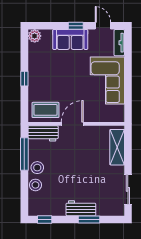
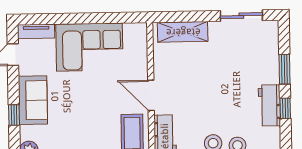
window: (76, 26) -> (14, 115), moved
workbench: (81, 208) -> (269, 105), moved
window: (45, 220) -> (285, 108), moved

